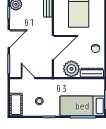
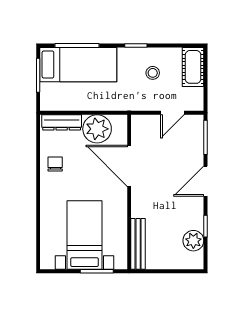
door: (53, 47) -> (129, 166), hinge flipped
door: (28, 78) -> (172, 113), hinge flipped

